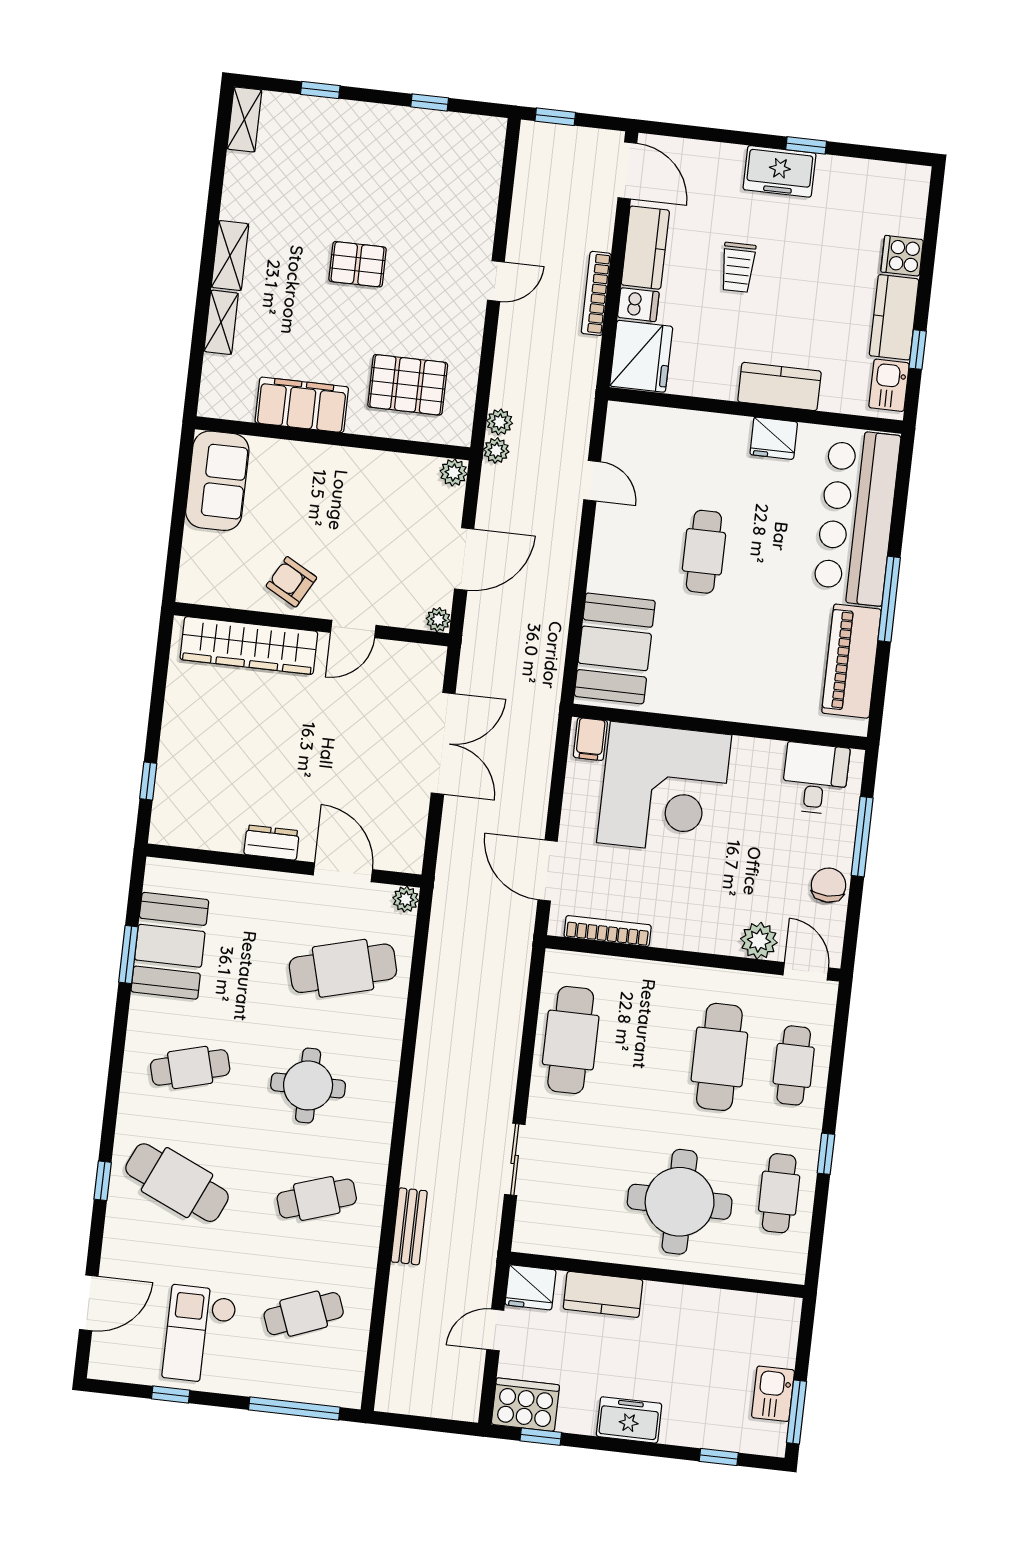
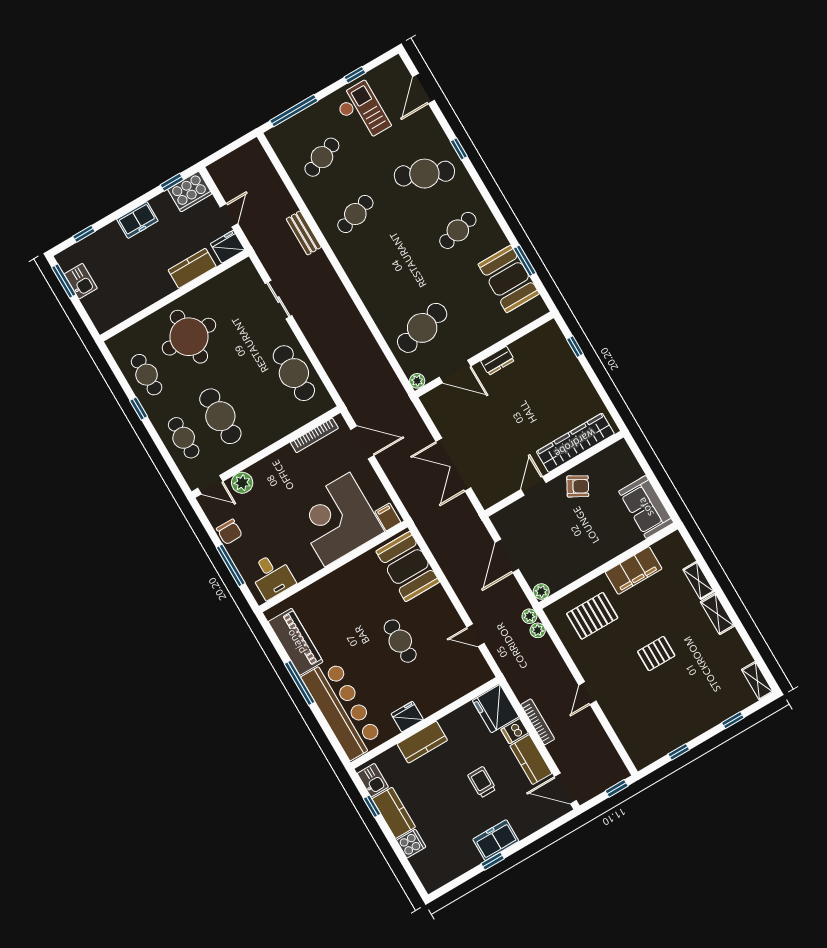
plant: (438, 620) -> (498, 519), removed
round table: (308, 1085) -> (398, 263), removed

